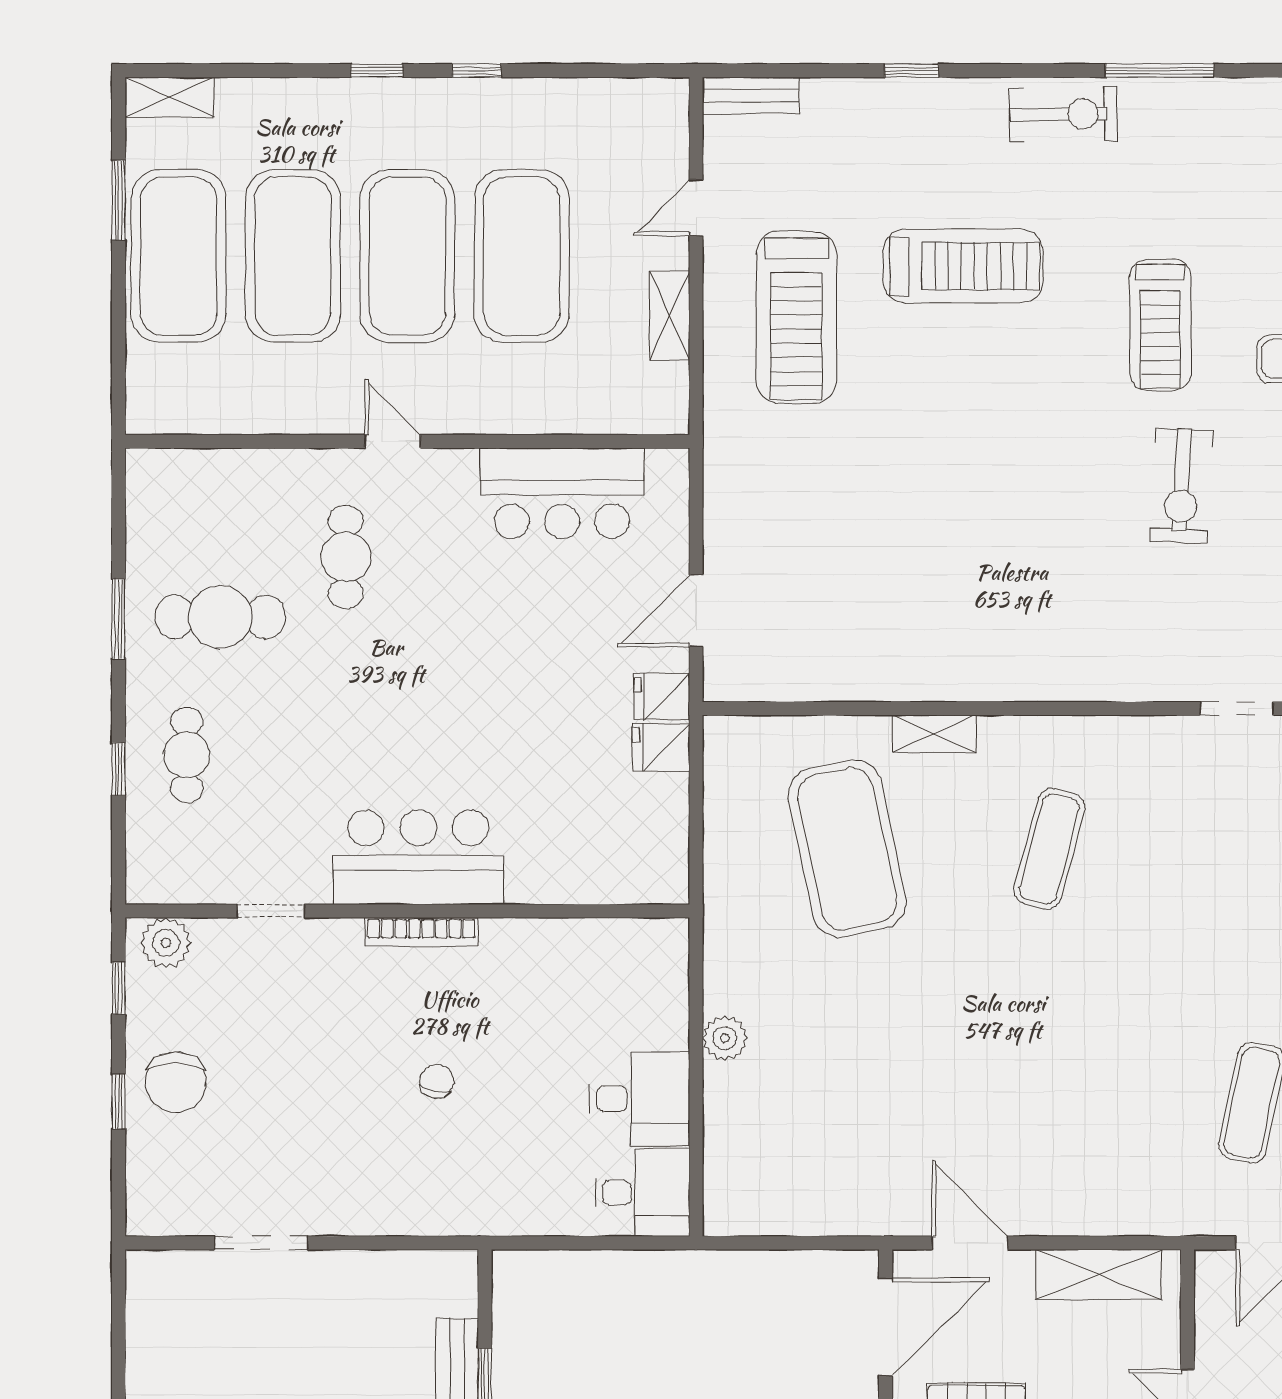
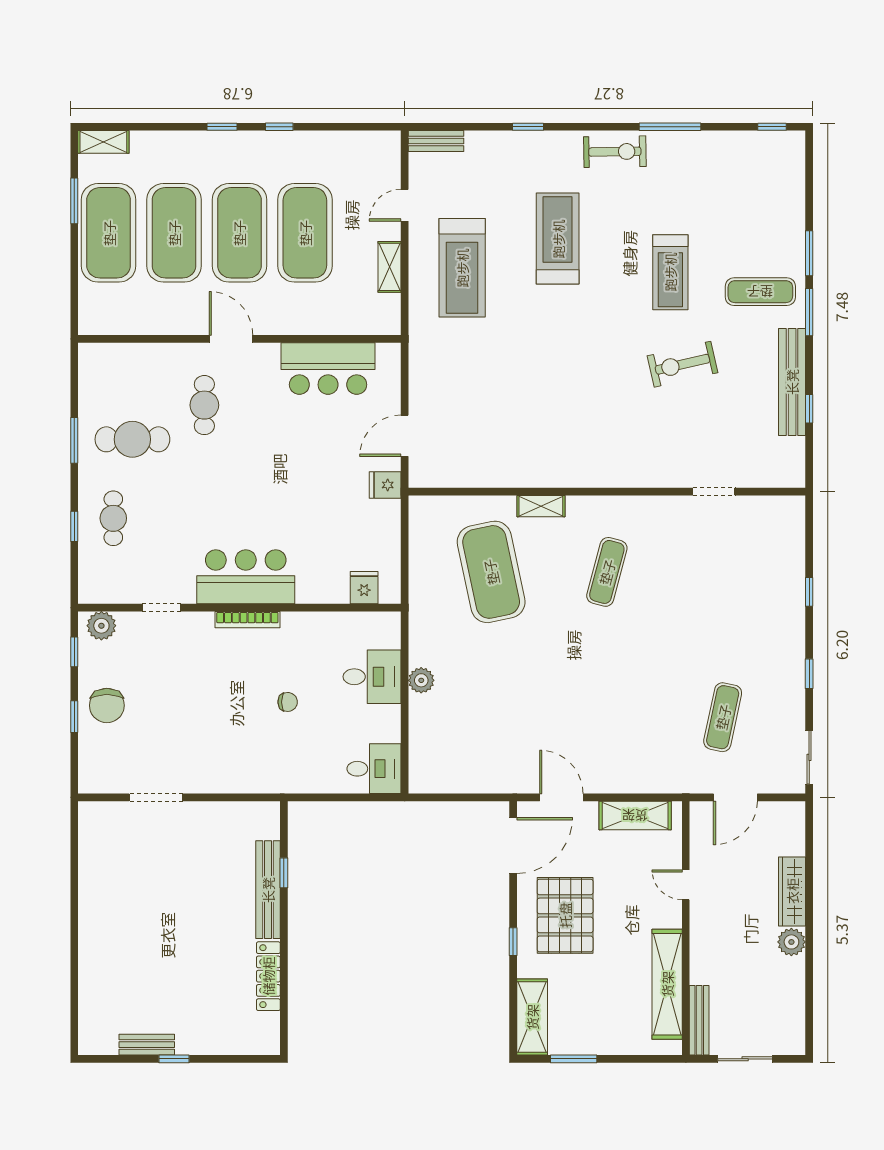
treadmill: (963, 266) -> (558, 239), turned -90
door: (393, 441) -> (231, 339), width x1.38
exercise bike: (1182, 486) -> (682, 364), turned 74
fridge: (661, 747) -> (364, 588), moved, turned 90
chair: (437, 1081) -> (288, 702), moved, turned 75
desk: (639, 1099) -> (372, 677), moved

